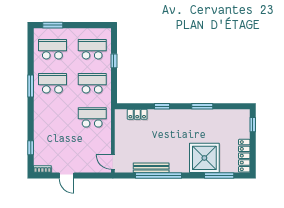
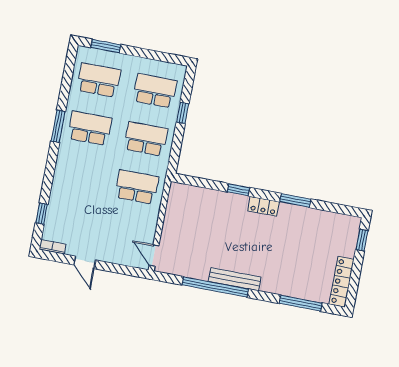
locker: (137, 114) -> (263, 206), moved
shower: (204, 158) -> (285, 274), removed
bench: (151, 168) -> (235, 279), moved

